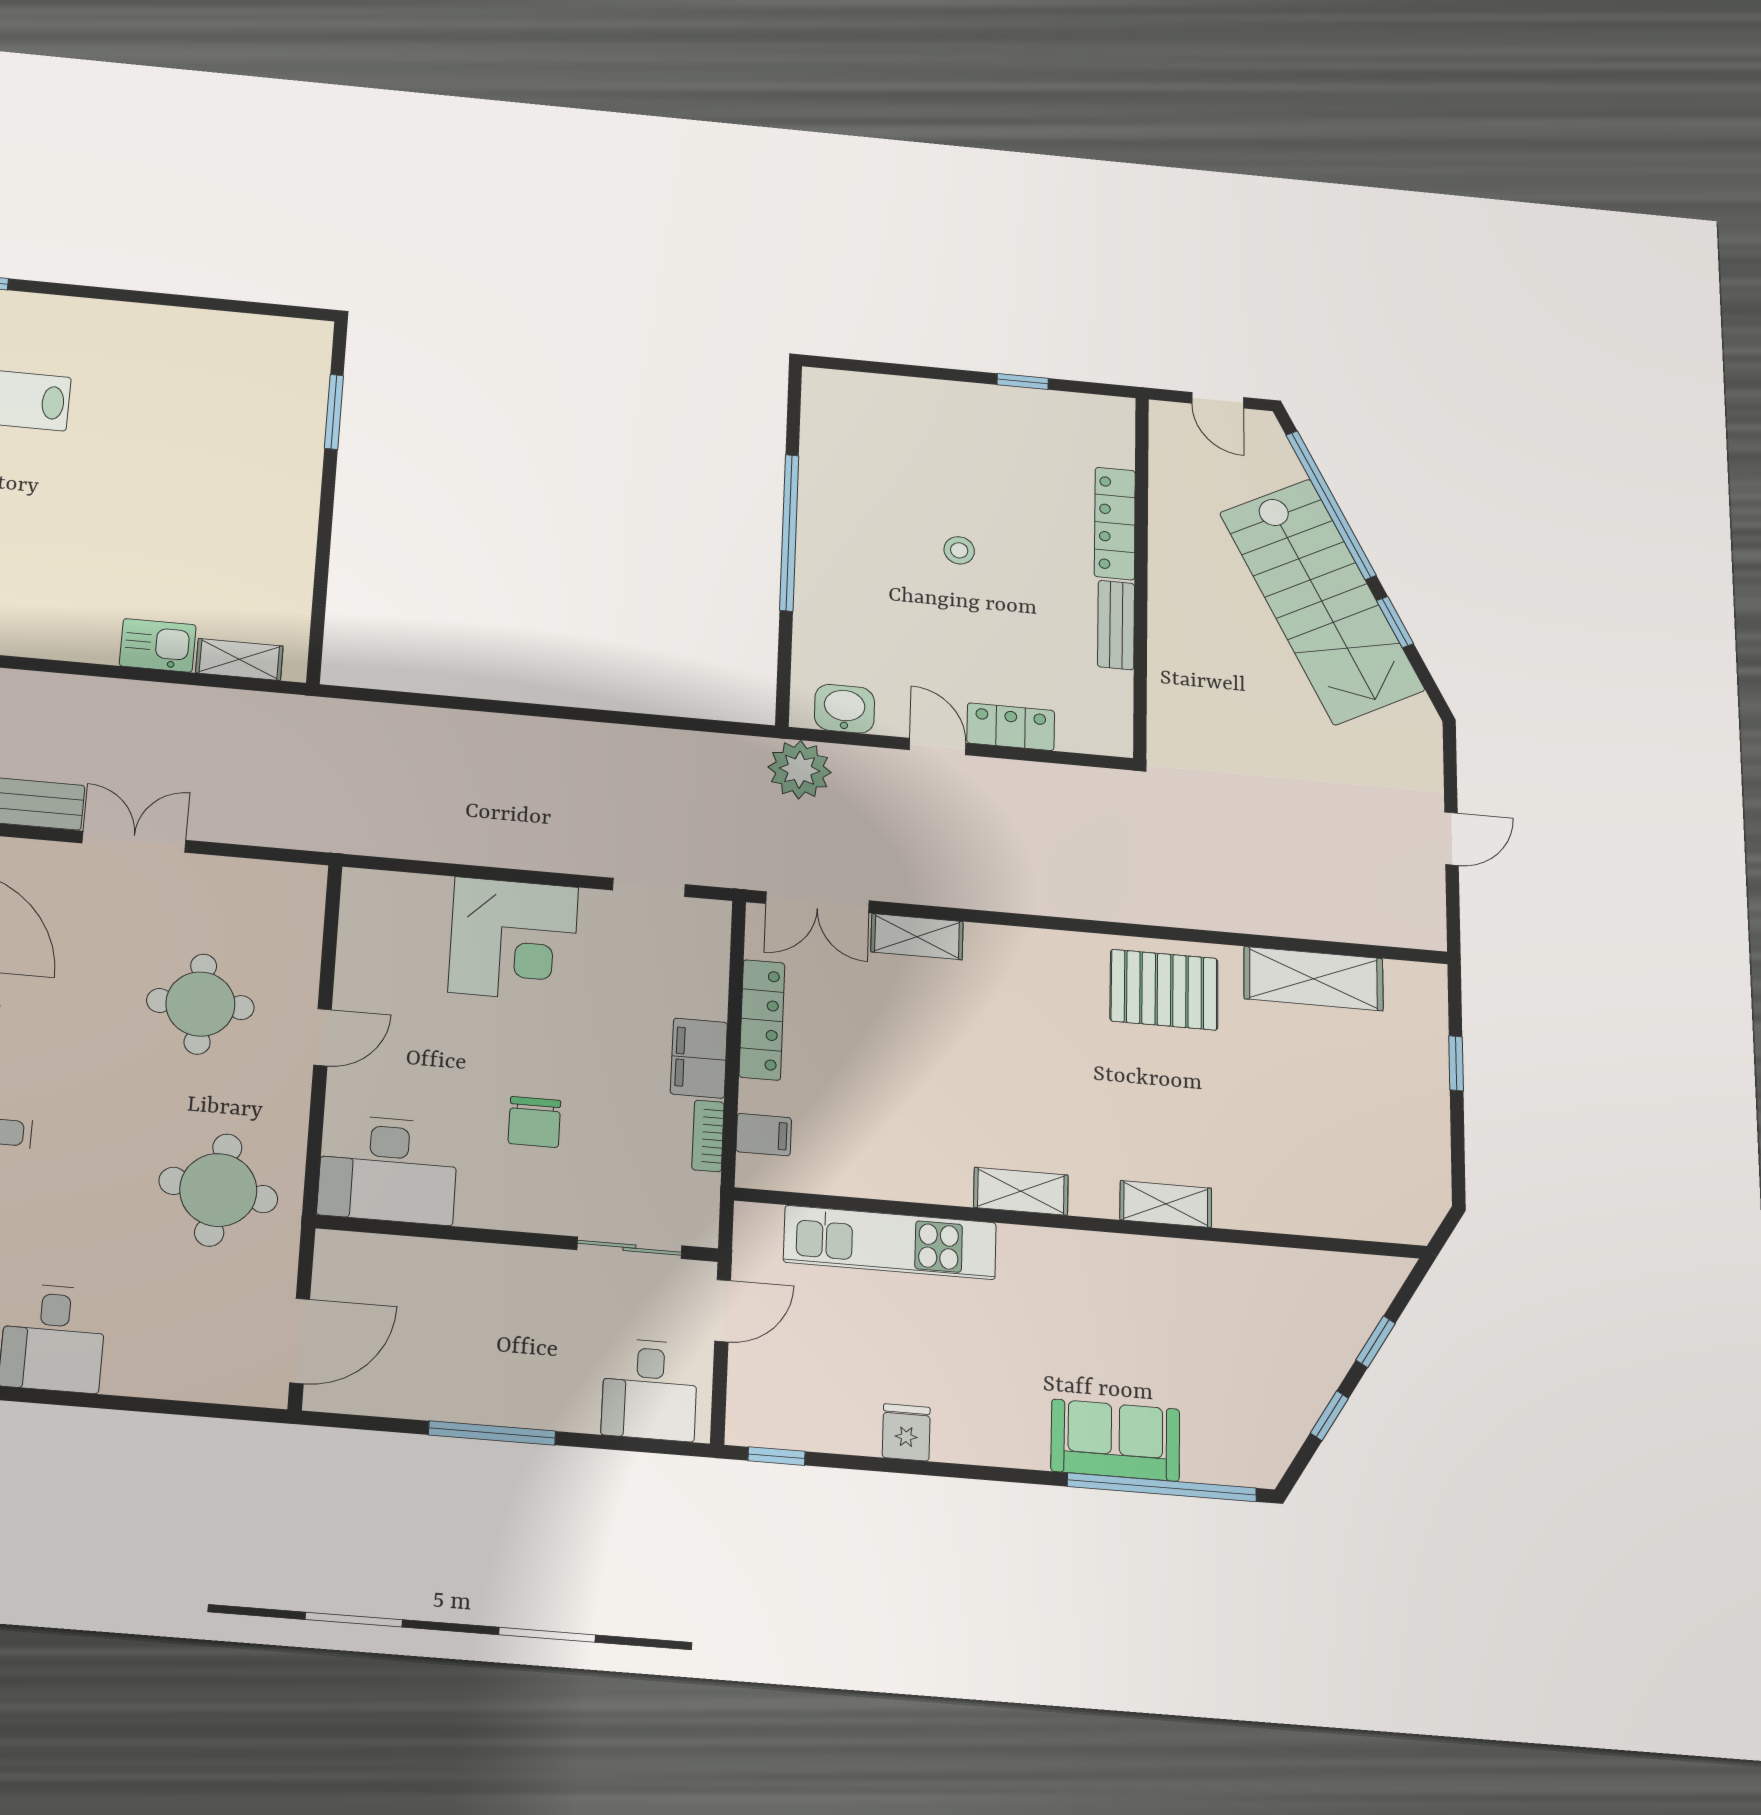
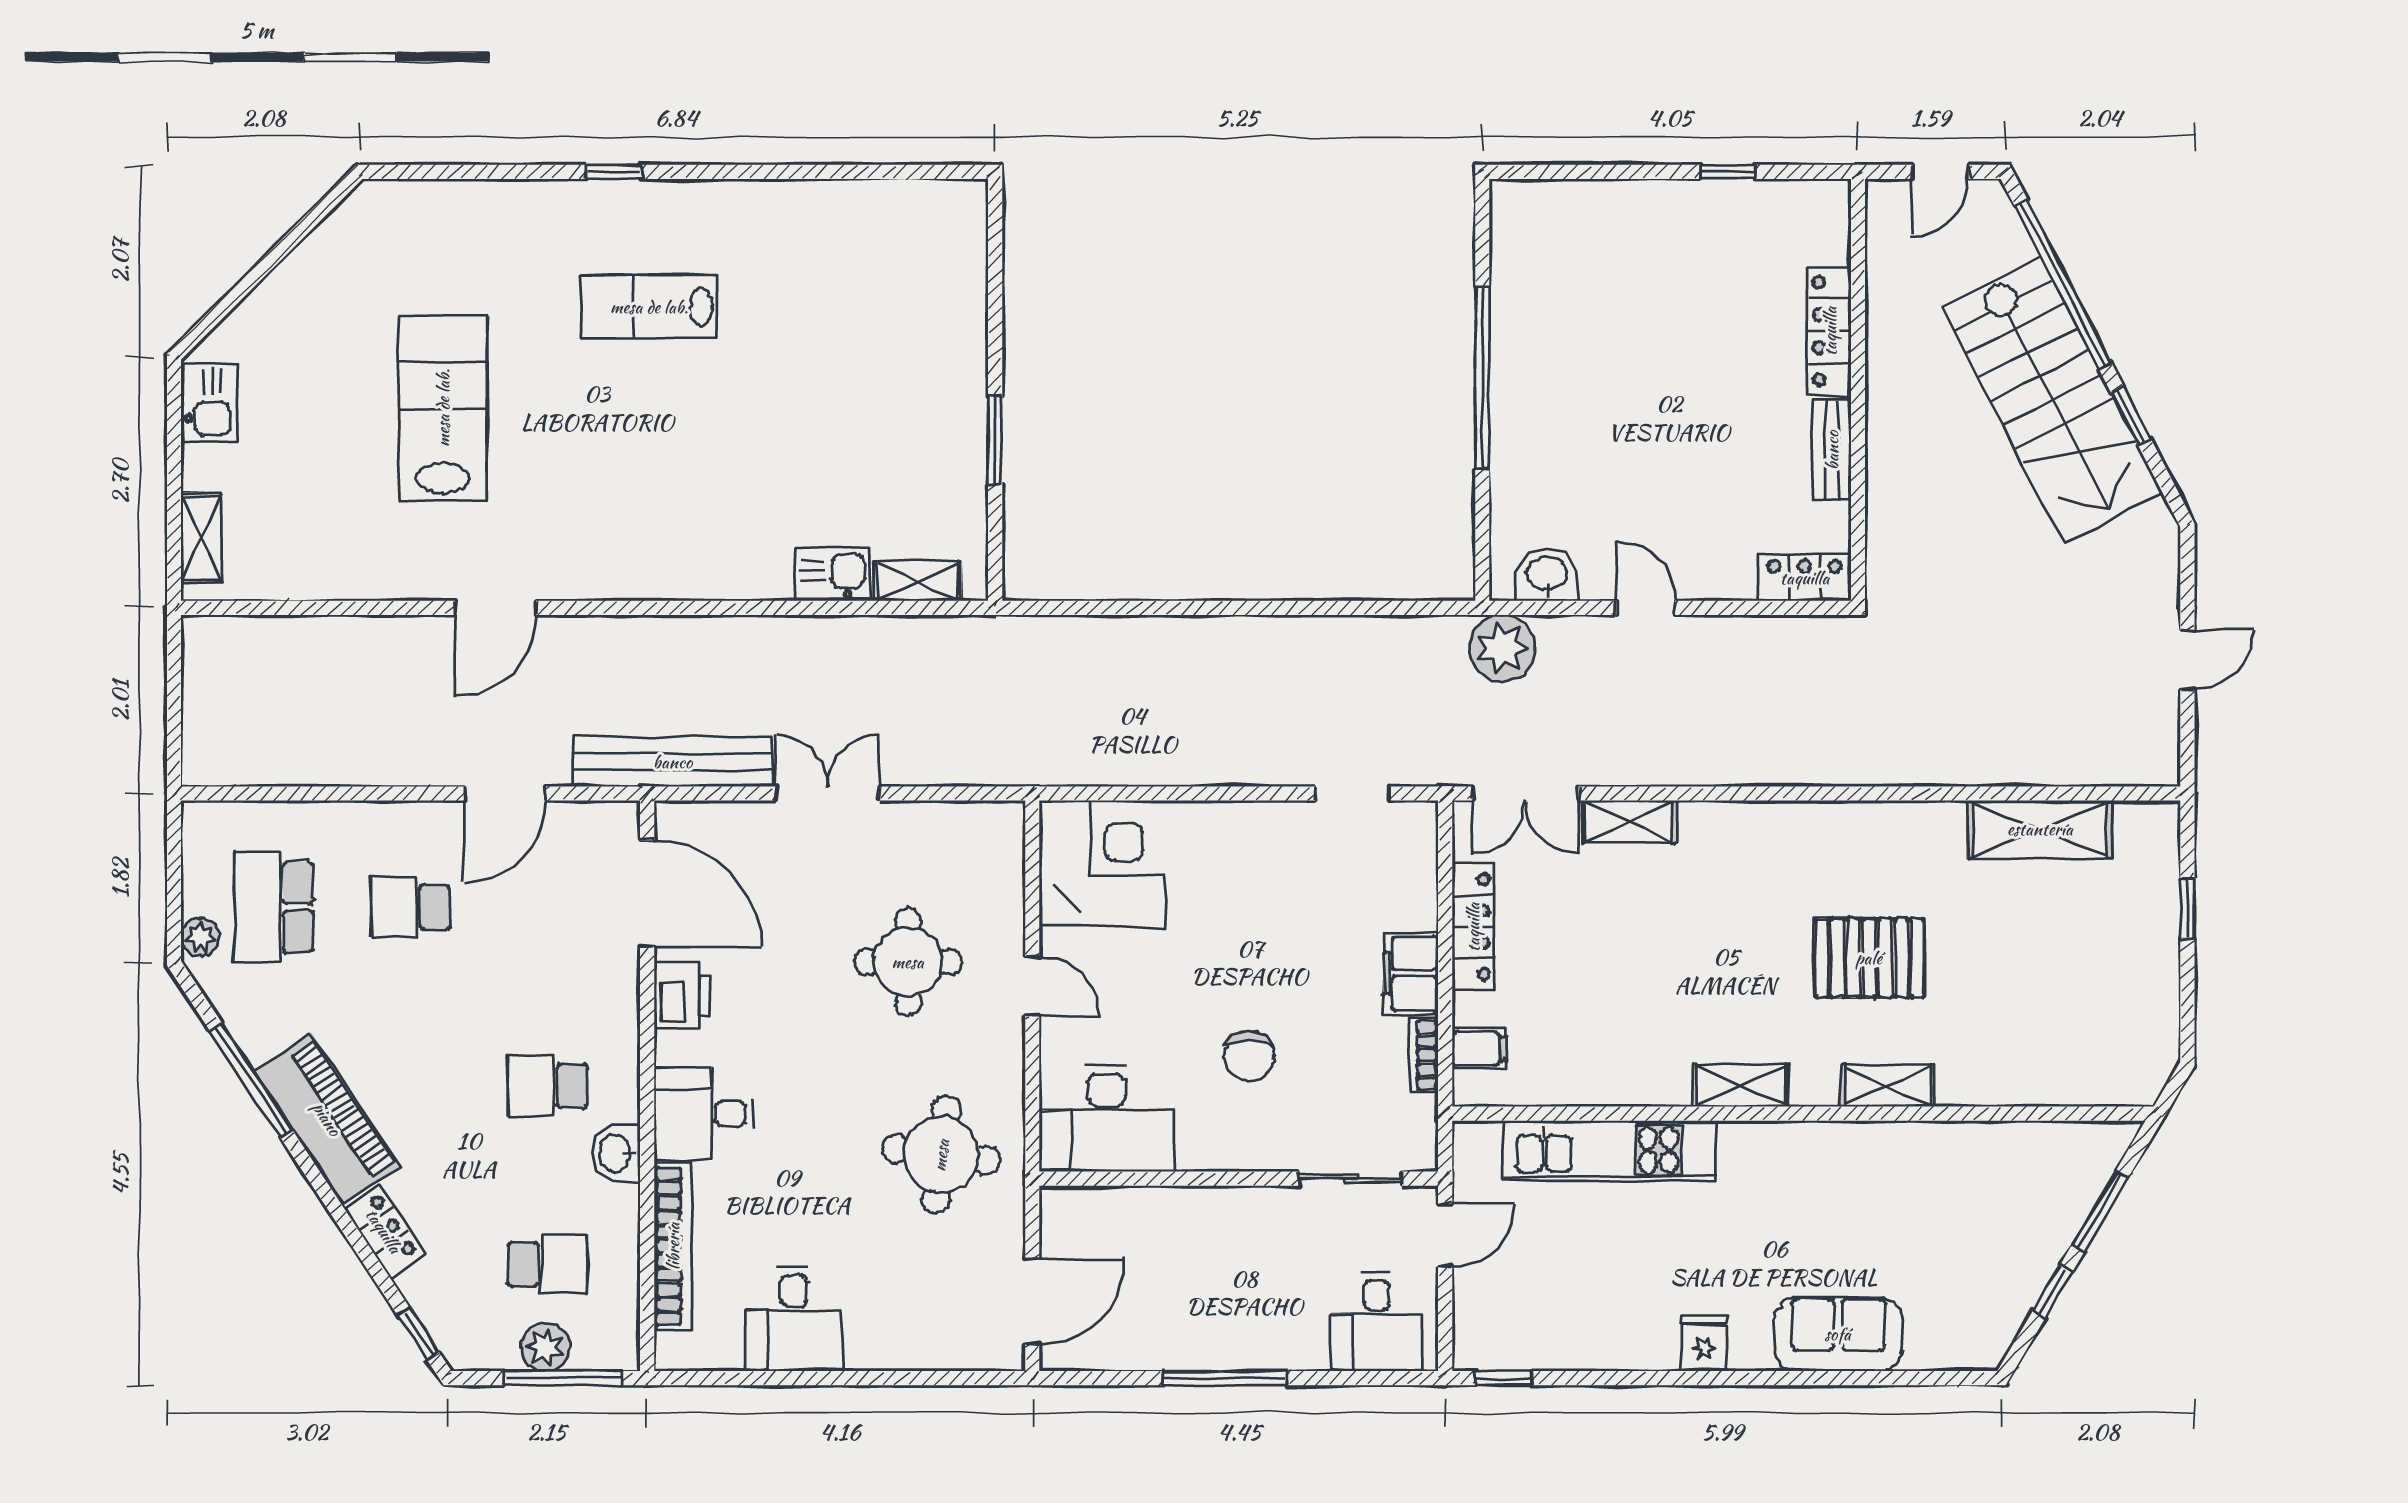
door: (1218, 400) -> (1941, 172), hinge flipped
window: (334, 412) -> (995, 440), moved
stool: (959, 550) -> (1663, 380), removed
locker: (1011, 727) -> (1805, 578), moved
corner desk: (513, 940) -> (1102, 864), moved, turned -90
pallet: (1164, 990) -> (1869, 958), moved
door: (322, 1037) -> (1032, 986), hinge flipped
window: (1376, 1342) -> (2100, 1211), width x1.50
fridge: (906, 1432) -> (1704, 1344), moved
window: (1162, 1487) -> (1885, 1378), removed

